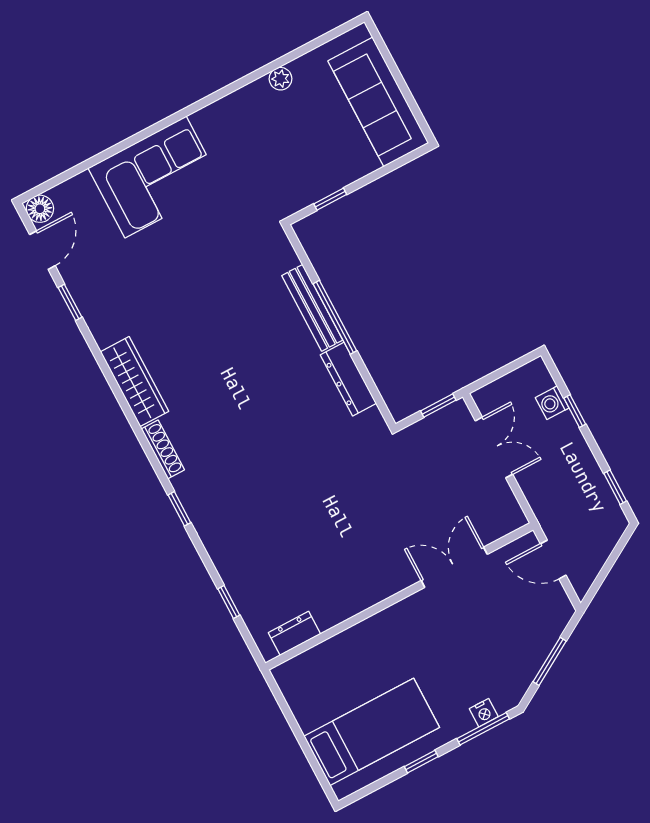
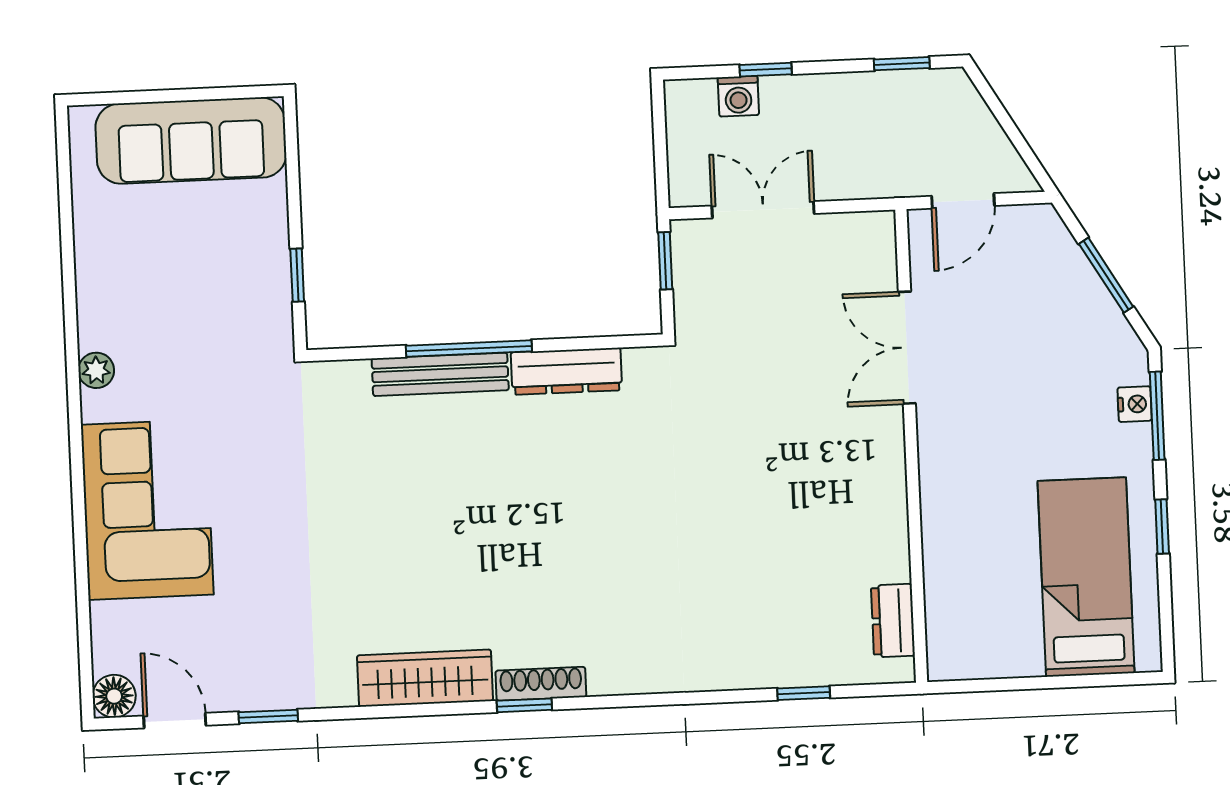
plant: (281, 79) -> (96, 370), moved
window: (179, 509) -> (524, 705), moved

